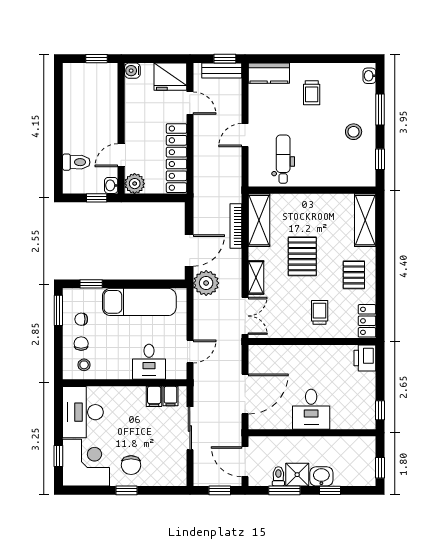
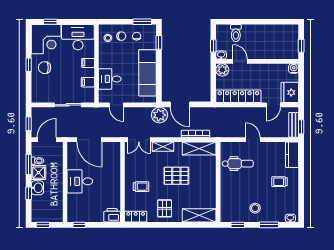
pallet: (354, 275) -> (165, 208), turned 90
filing cabinet: (171, 396) -> (88, 63), moved

